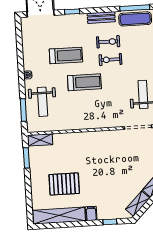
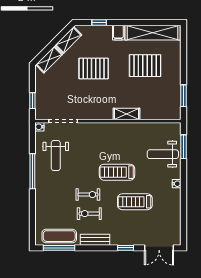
weight bench: (42, 102) -> (163, 154), turned -90
shelving: (40, 140) -> (127, 114), moved
pallet: (112, 178) -> (94, 68), added

